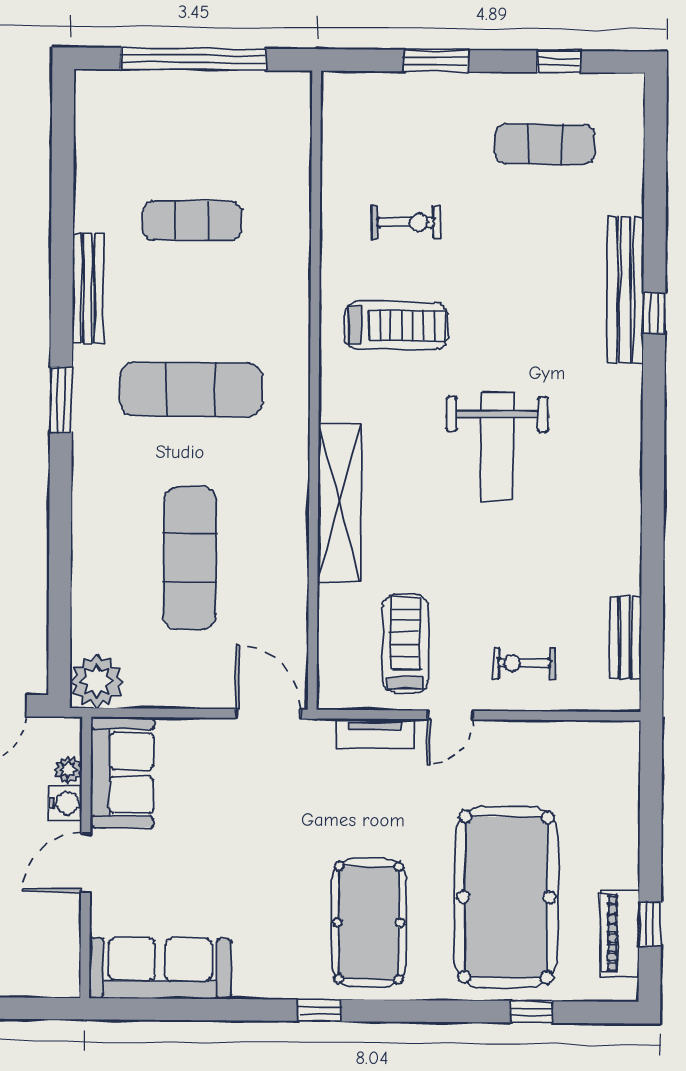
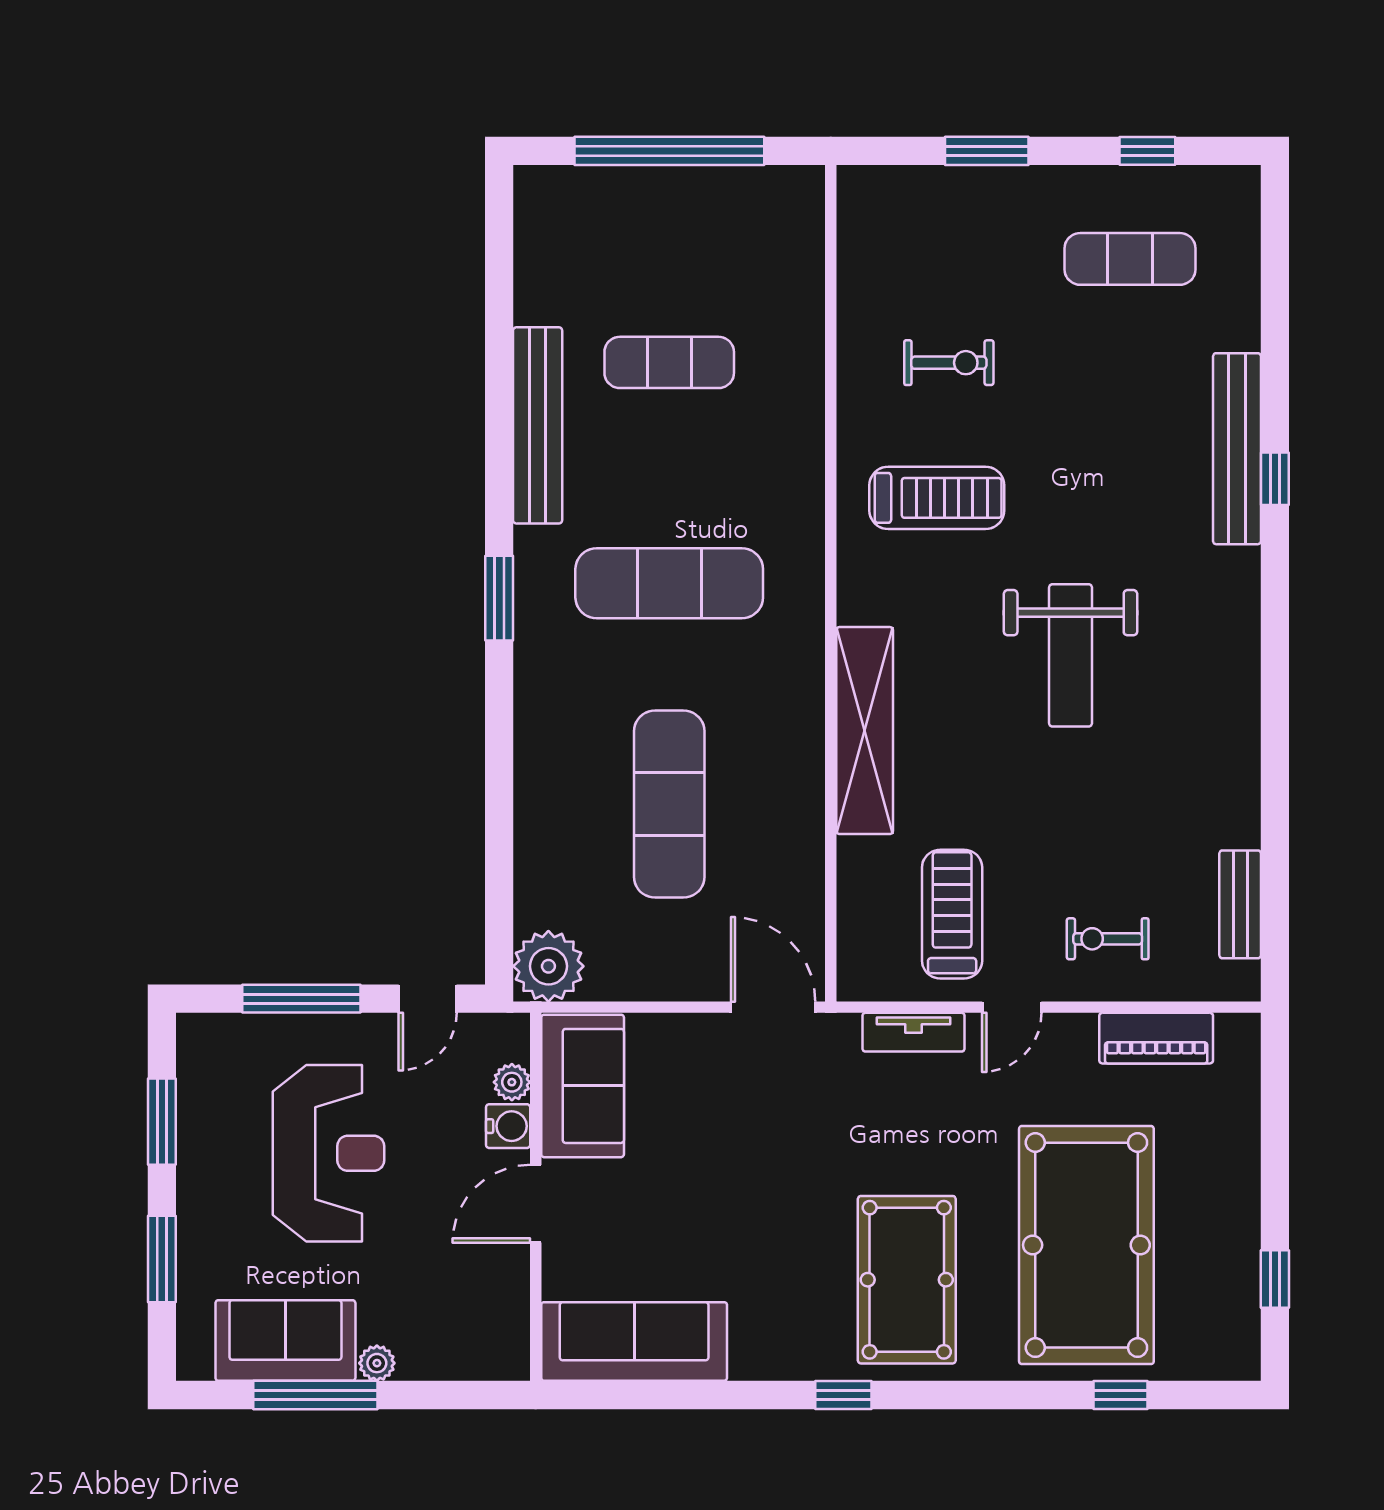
bench: (88, 288) -> (538, 425), width x1.37, depth x1.21
piano: (620, 933) -> (1156, 1038), moved, turned -90

